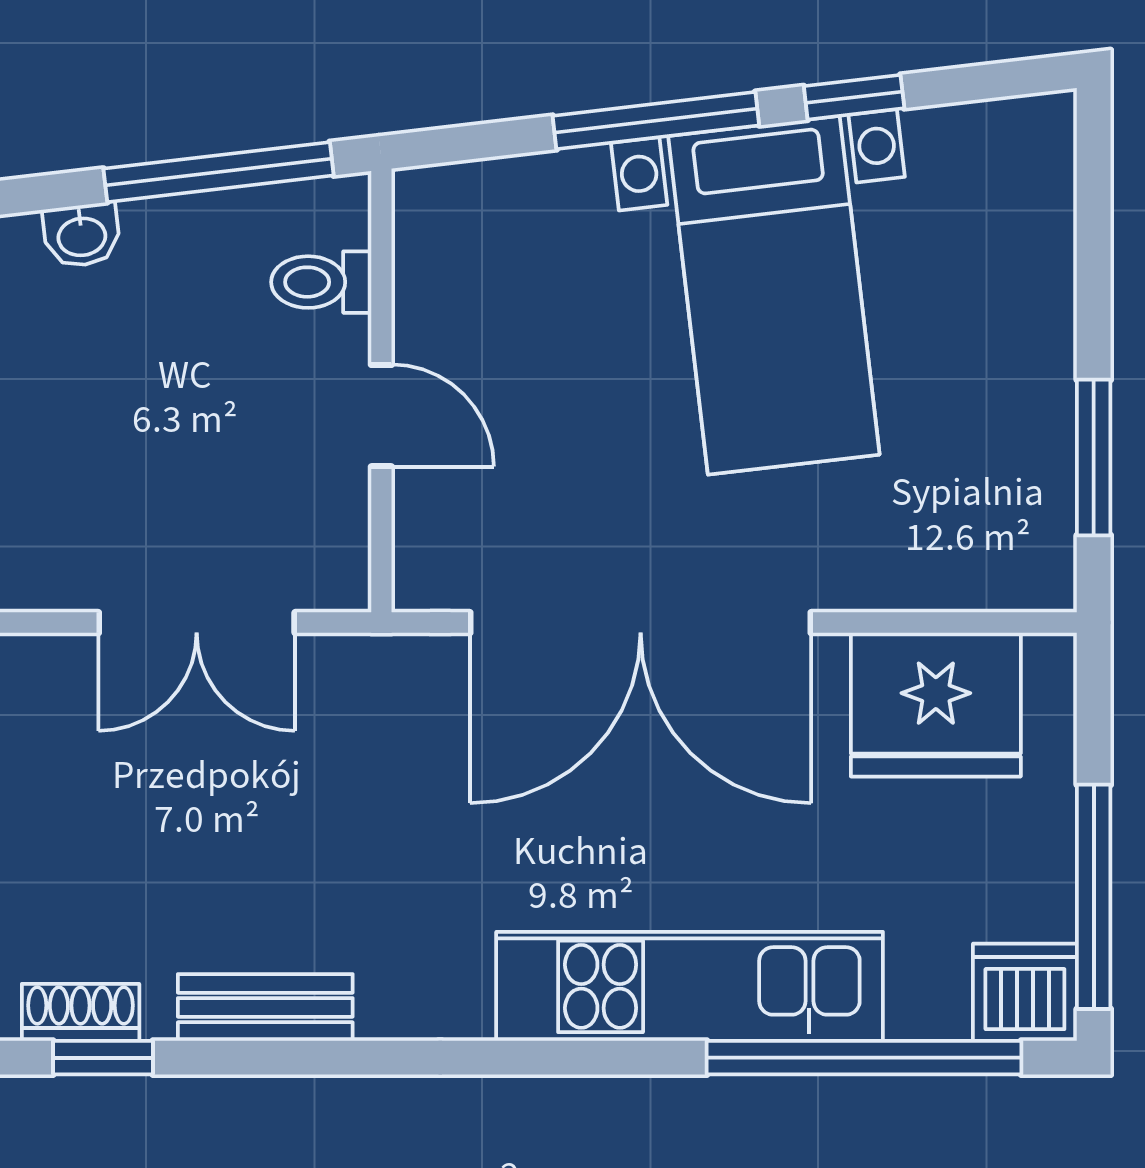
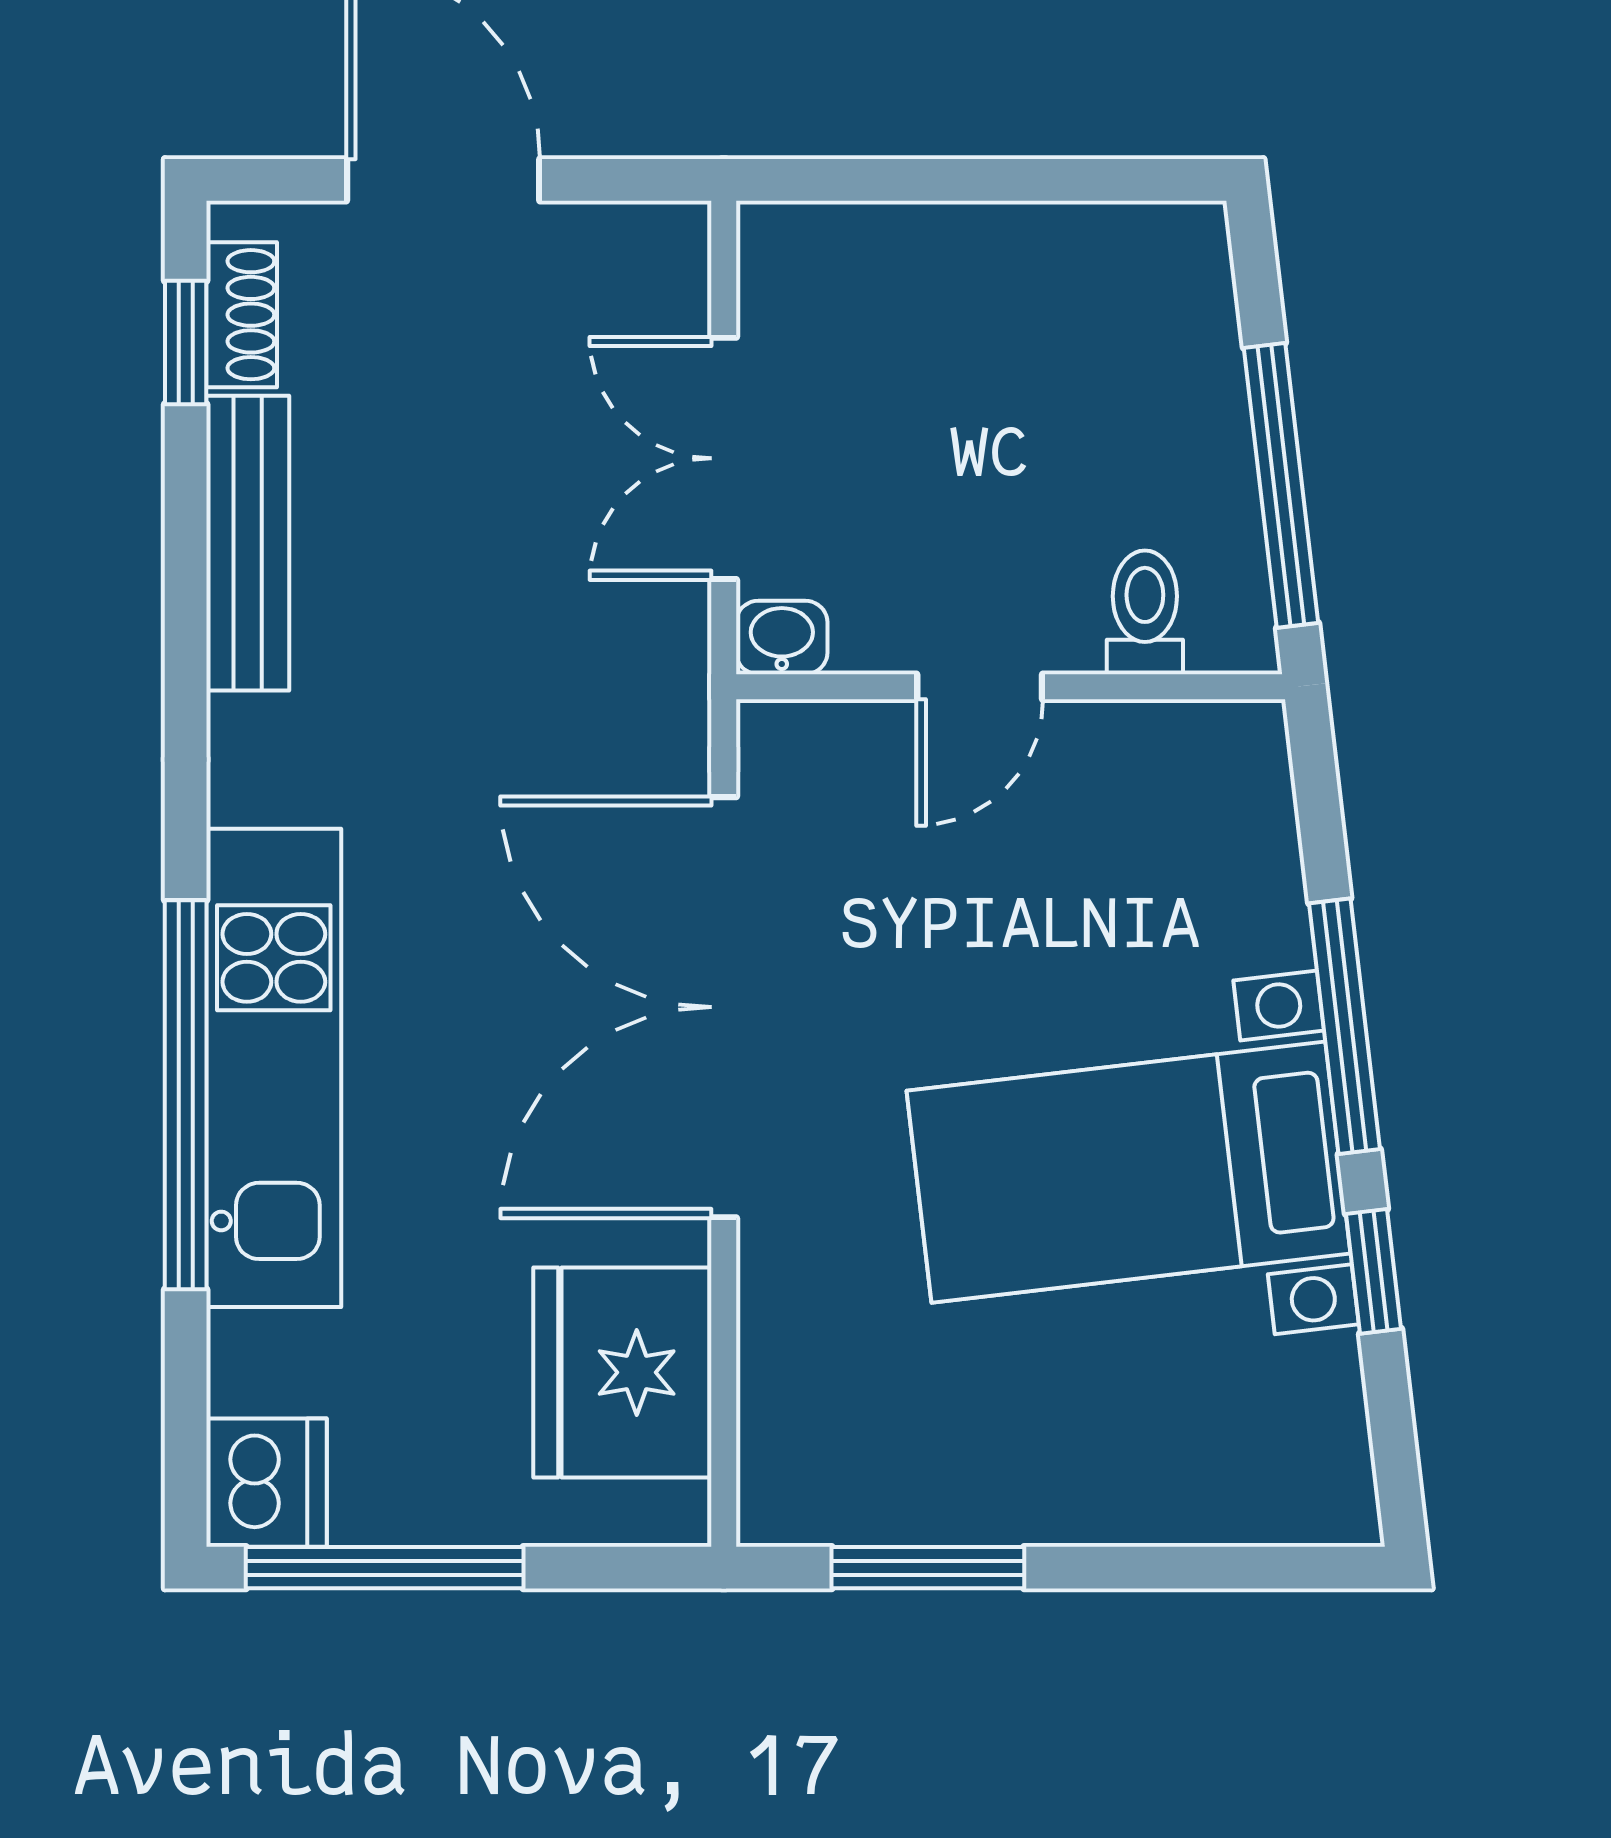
washbasin: (82, 235) -> (782, 637), moved, turned 97
bench: (265, 1007) -> (248, 543), width x1.36
window: (864, 1058) -> (186, 1095), moved

